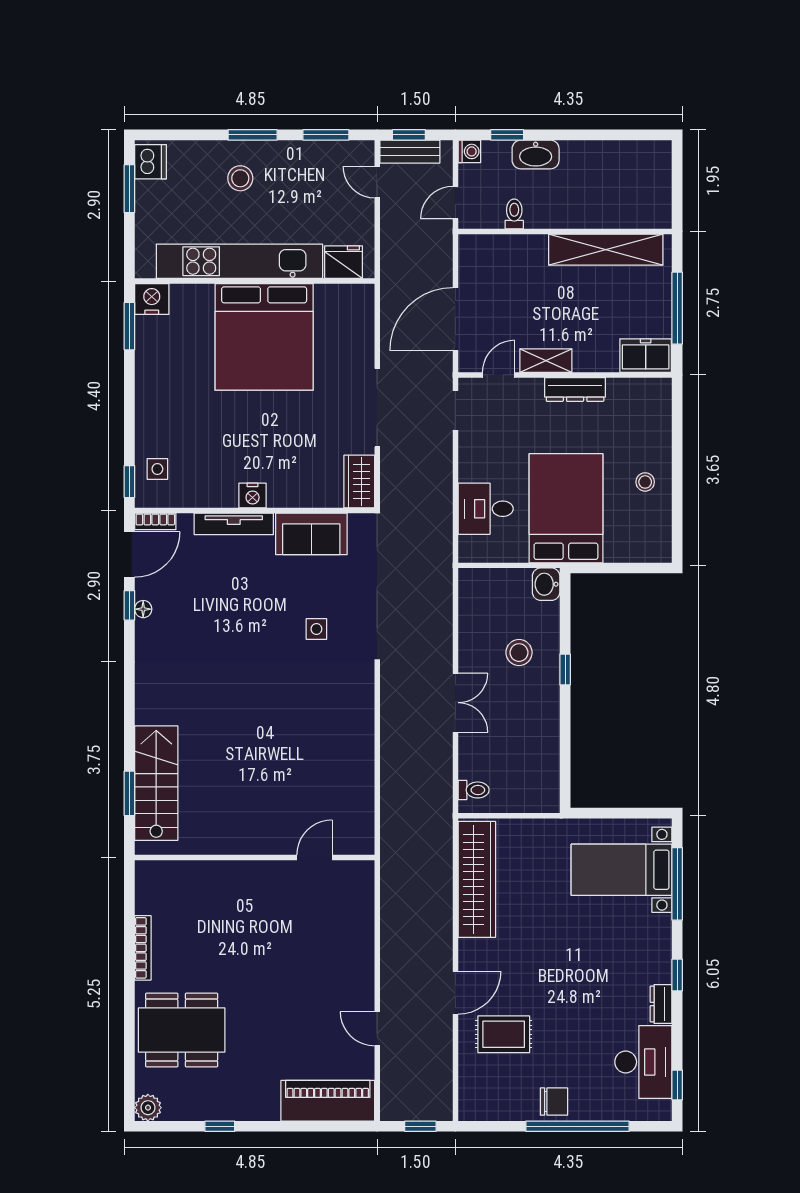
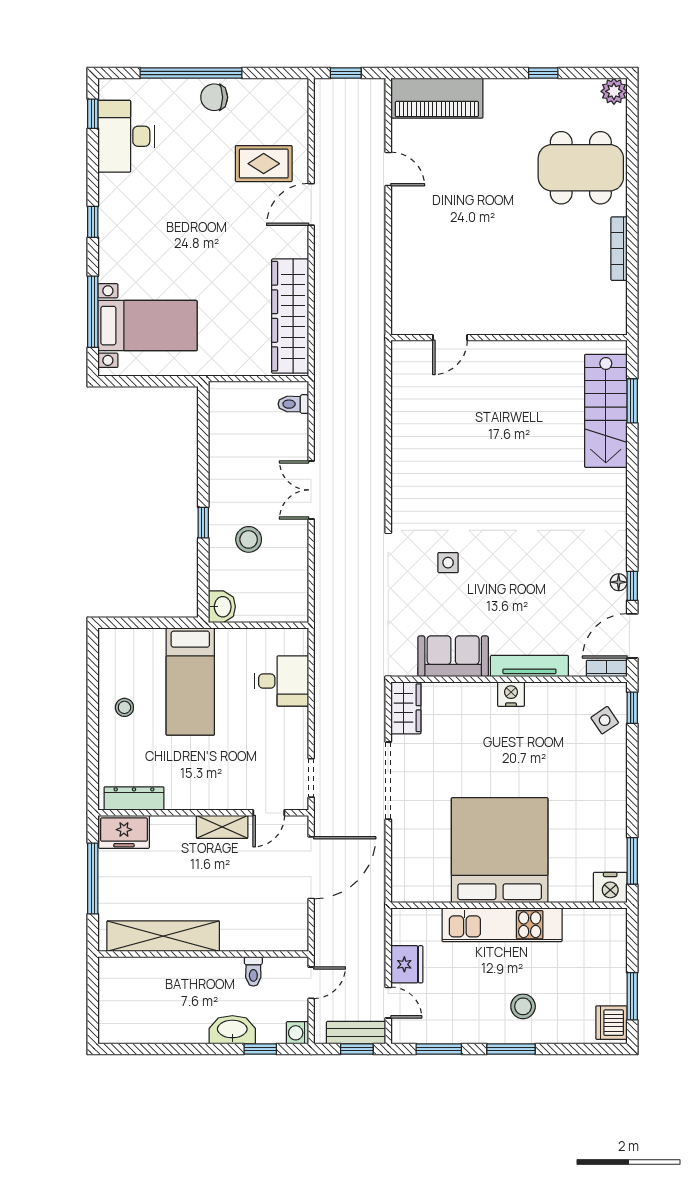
kitchen unit: (239, 261) -> (502, 925), width x0.73
fridge: (344, 262) -> (407, 964), moved, turned -90
dresser: (575, 389) -> (134, 799), moved
side table: (157, 469) -> (605, 720), turned -34
bed: (566, 508) -> (190, 682), width x0.67
dresser: (661, 1004) -> (109, 193), removed

